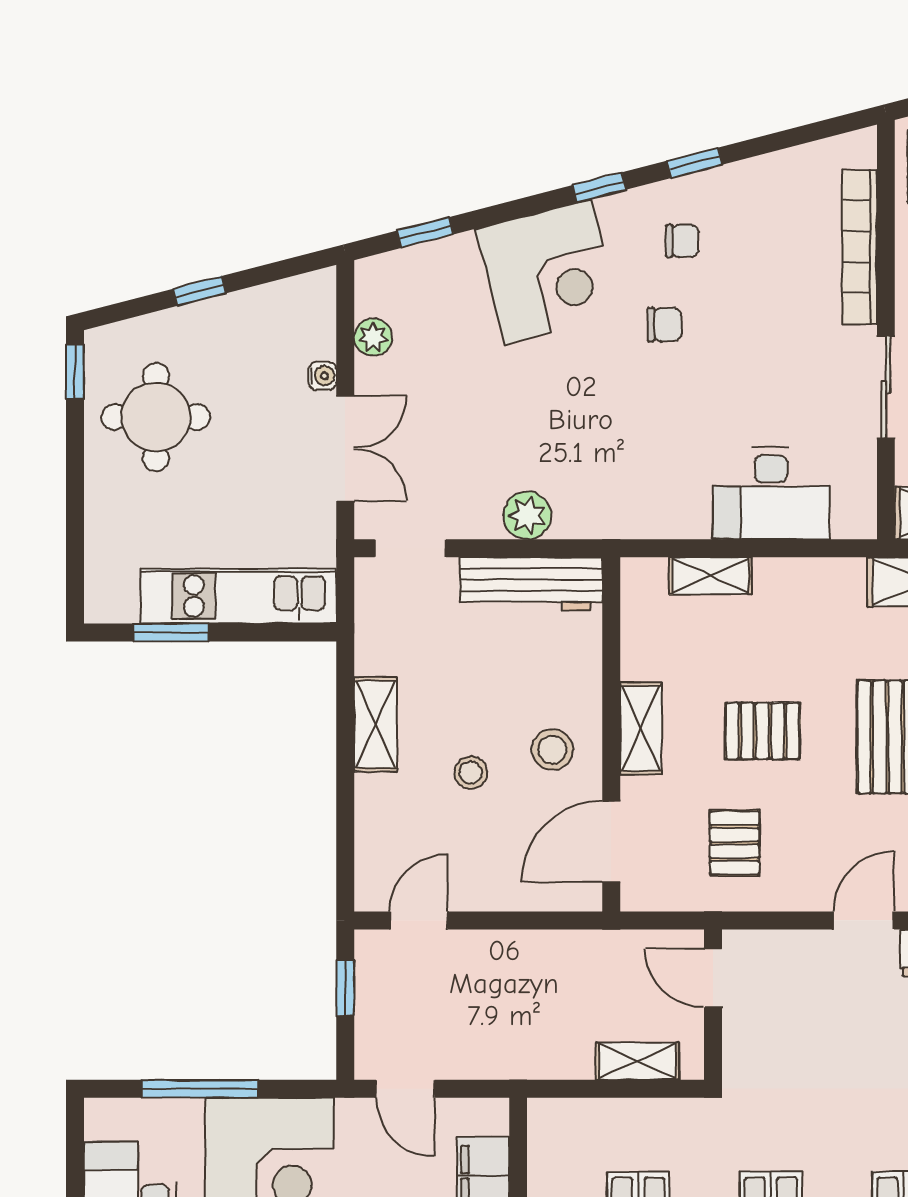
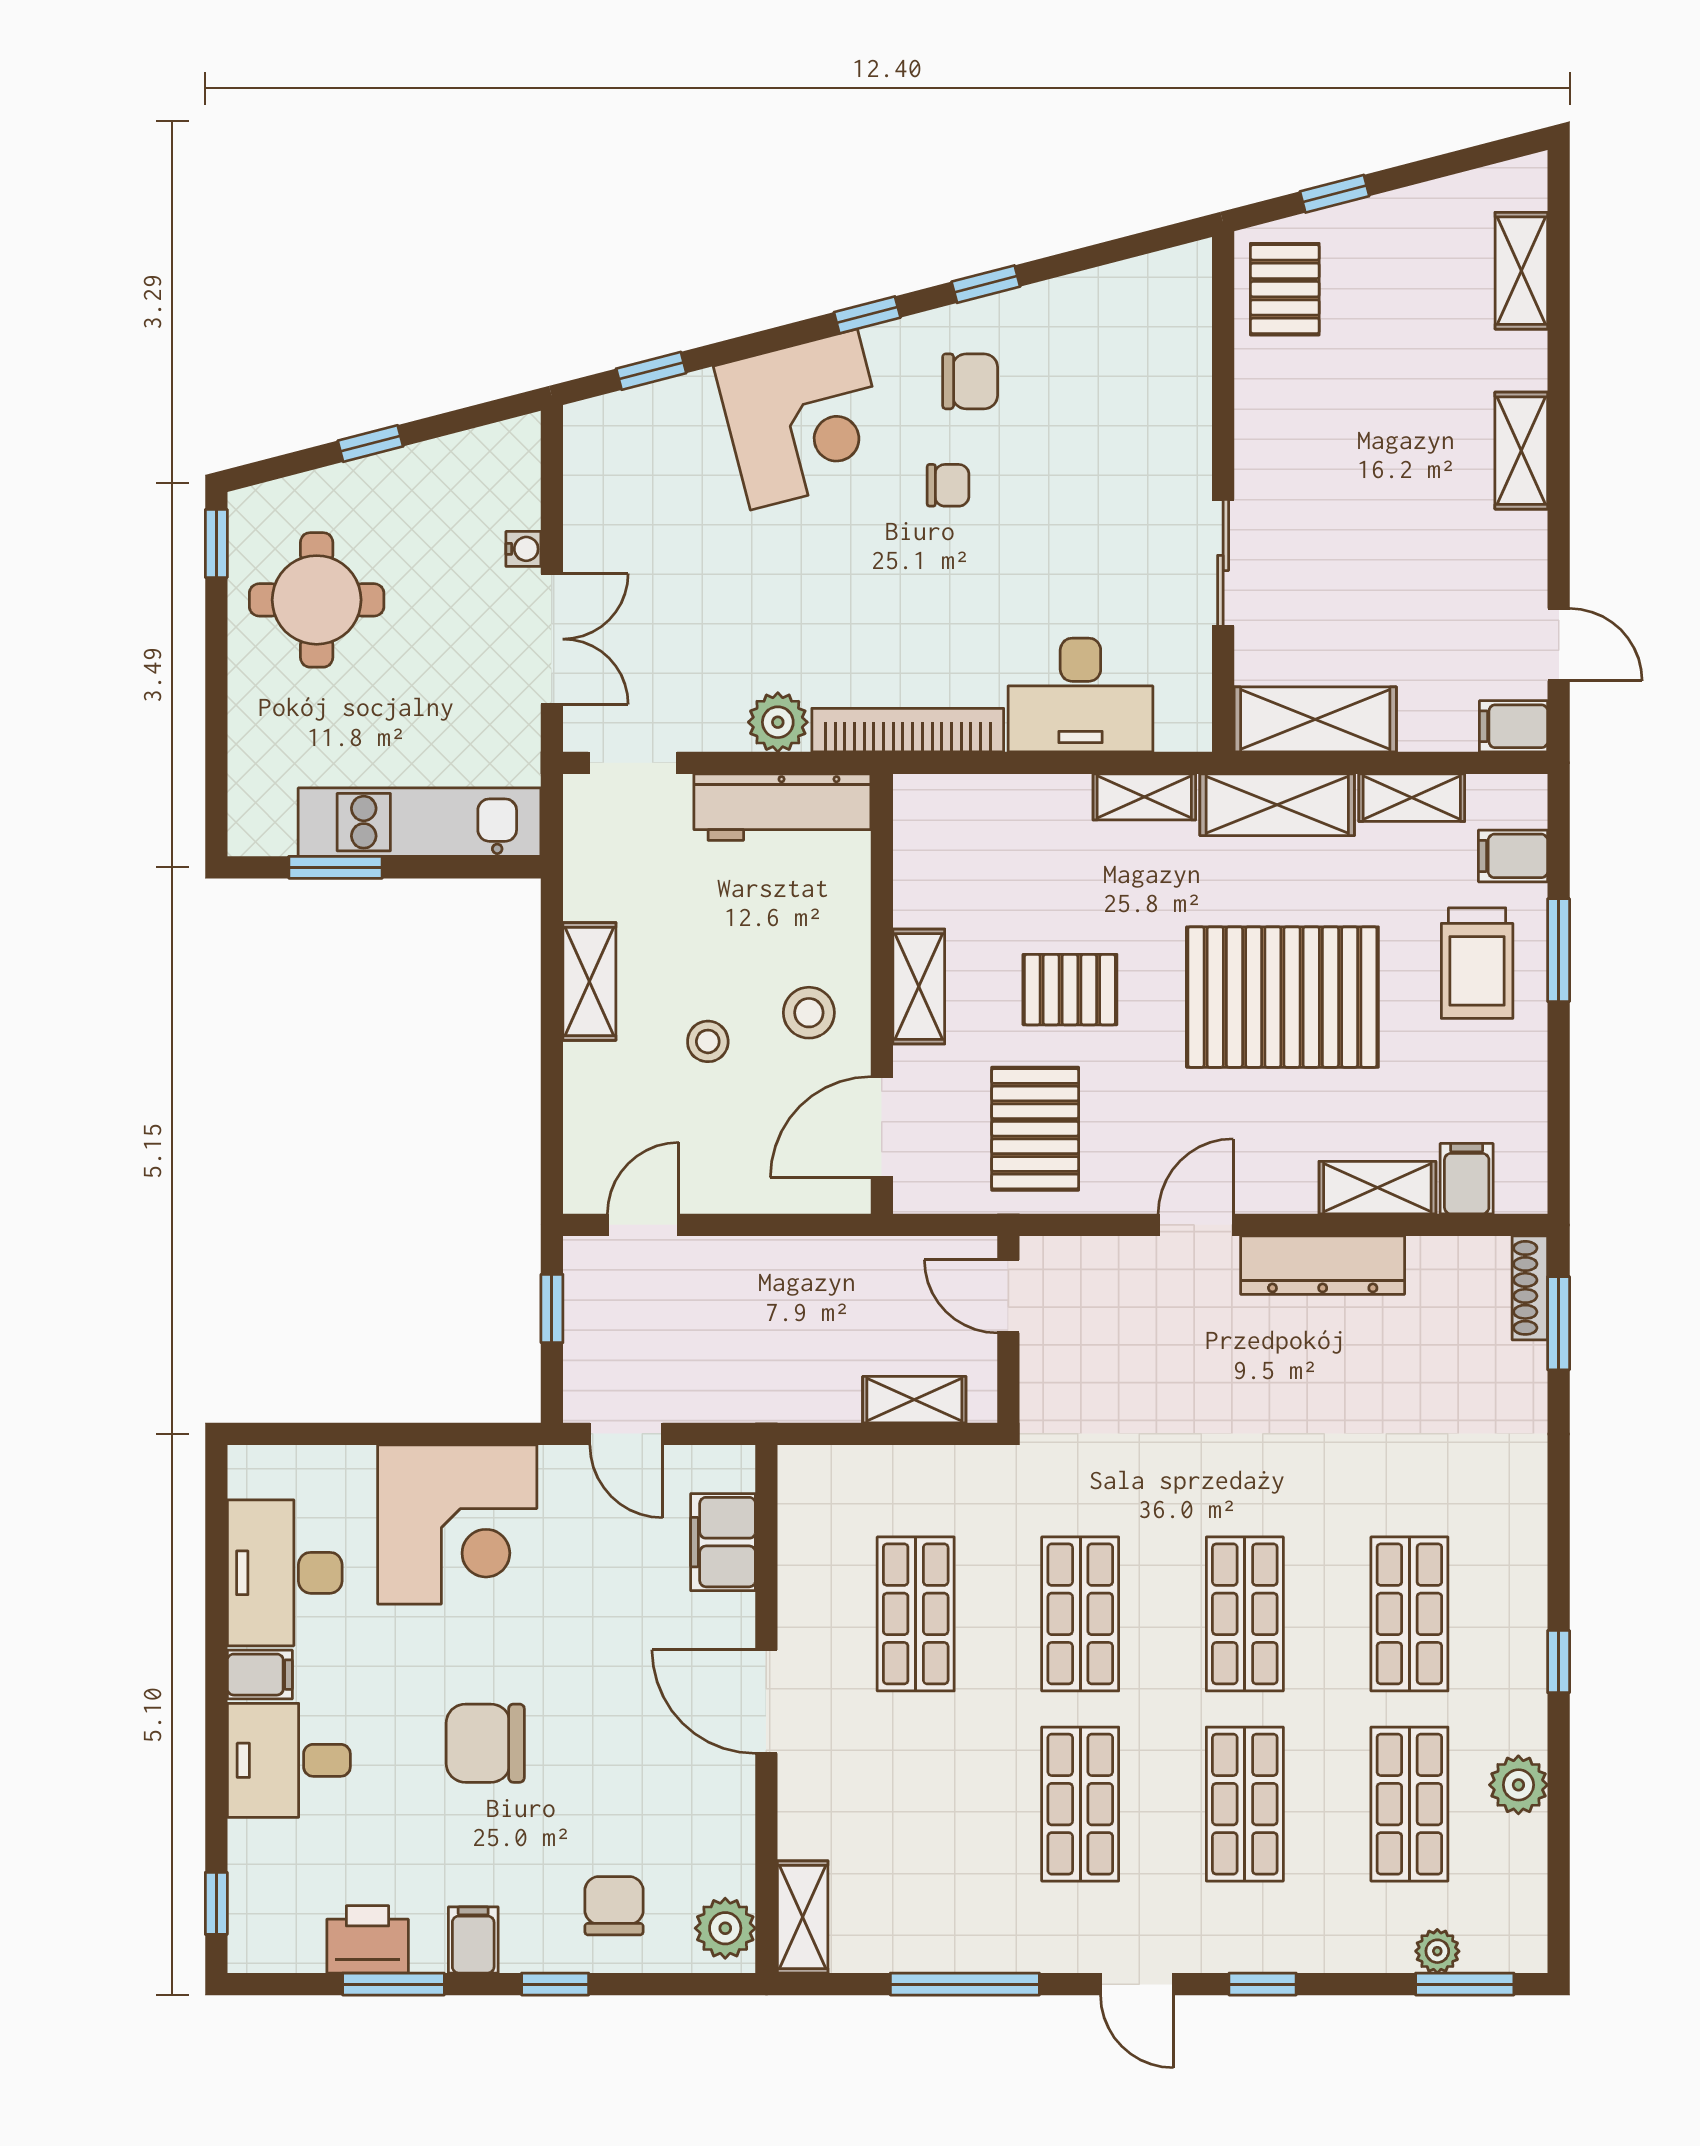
chair: (682, 241) -> (970, 381), width x1.37, depth x1.37
bookcase: (859, 247) -> (908, 730), moved, turned 90
plant: (373, 337) -> (586, 501), removed
shelving: (711, 576) -> (1144, 797), moved
pallet: (735, 843) -> (1035, 1129), width x1.50, depth x1.42
window: (200, 1089) -> (371, 1434), removed

